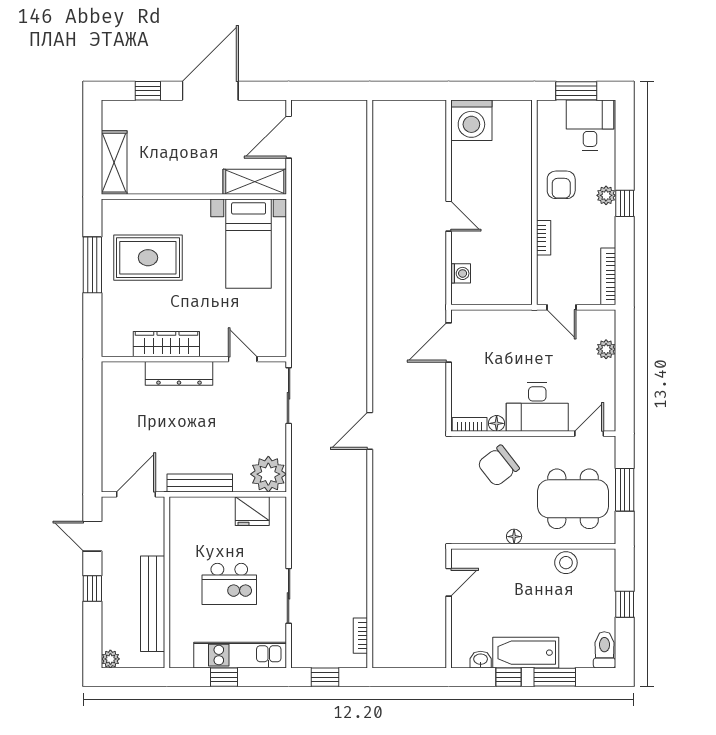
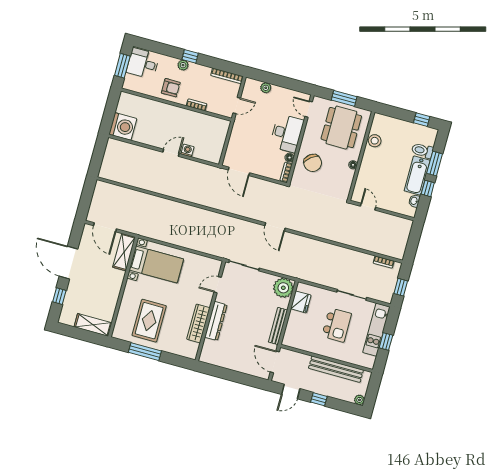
washing machine: (461, 273) -> (187, 150), moved
window: (625, 604) -> (422, 120), moved
toilet: (604, 650) -> (422, 151), moved

